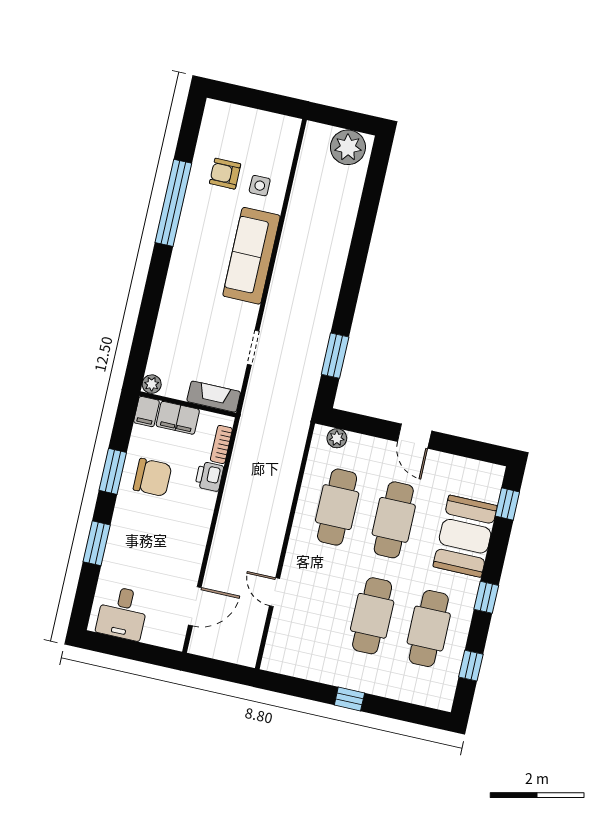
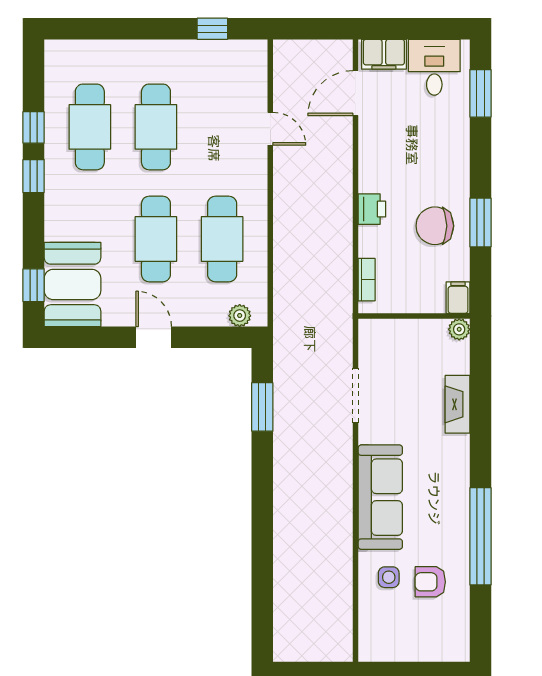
plant: (348, 147) -> (300, 642), removed
armchair: (225, 174) -> (430, 582), turned 180
doorway: (253, 348) -> (355, 395), width x1.38
fireplace: (214, 397) -> (458, 404), moved, turned 90
filing cabinet: (178, 418) -> (384, 54), moved, turned 180
printer: (209, 476) -> (372, 209), moved
booth: (465, 536) -> (73, 284), moved
window: (97, 543) -> (480, 93), moved
window: (471, 666) -> (34, 127), moved
window: (349, 699) -> (212, 29), moved

